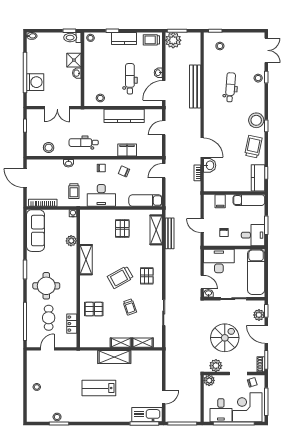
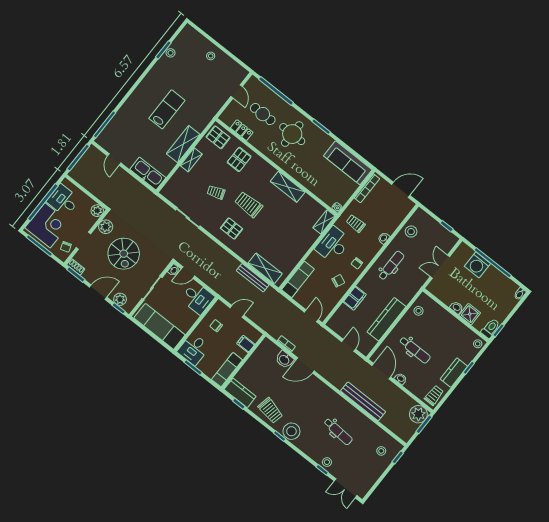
pallet: (122, 228) -> (218, 137), moved
plant: (71, 241) -> (314, 187), removed
desk: (219, 261) -> (198, 298), width x0.73
trolley: (120, 277) -> (249, 204), turned -61
shelving: (143, 343) -> (324, 222), moved
kitchen sink: (147, 415) -> (148, 174), moved, turned -90

